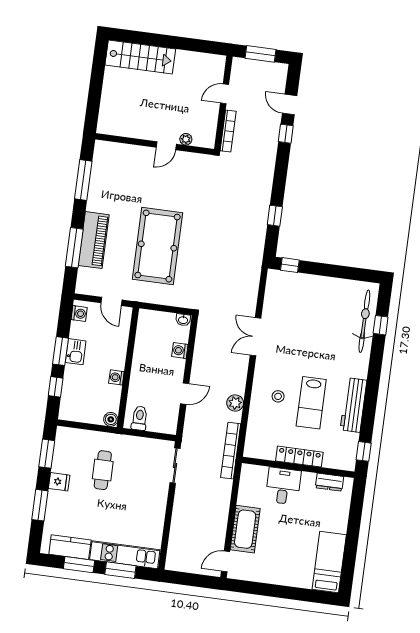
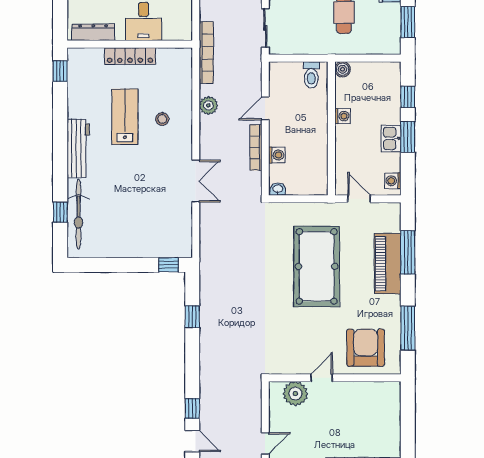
bookcase: (228, 131) -> (256, 148), moved
plant: (186, 139) -> (295, 394), width x1.88, depth x1.88
armchair: (123, 167) -> (366, 348), added
workbench: (353, 405) -> (78, 148), moved
dresser: (330, 482) -> (93, 32), width x1.44

